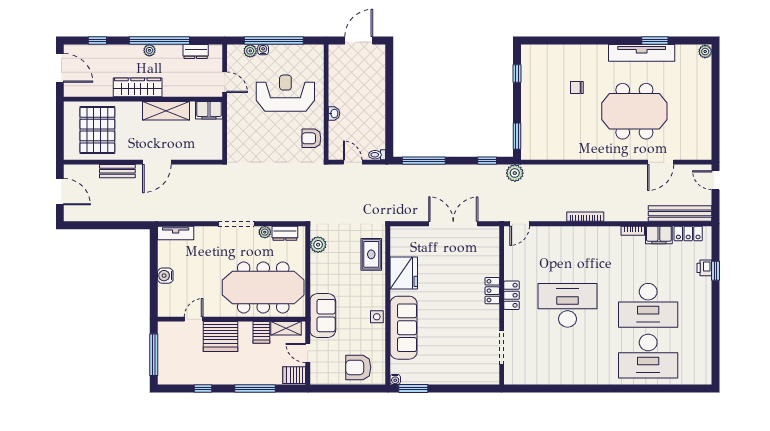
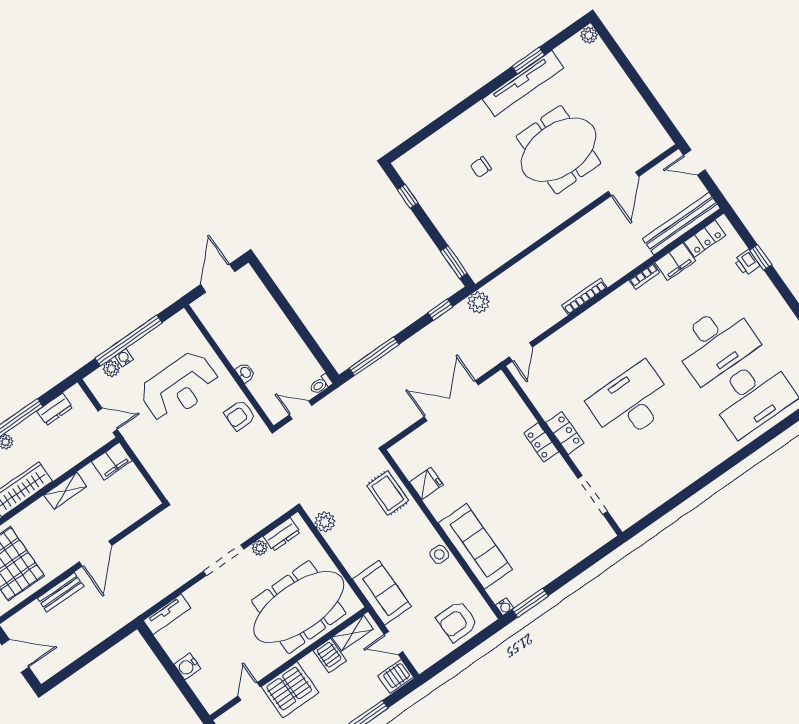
reception desk: (285, 93) -> (179, 387), turned 180
shelving: (166, 111) -> (65, 491), width x0.67, depth x0.75
fridge: (404, 273) -> (426, 483), width x0.53, depth x0.75

